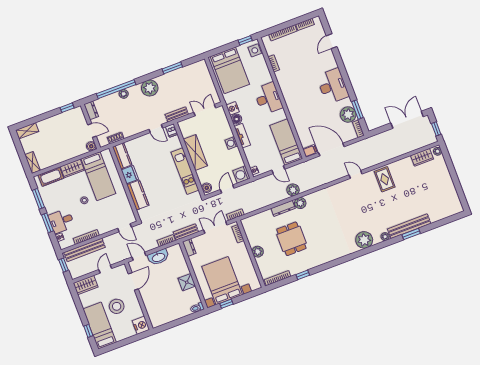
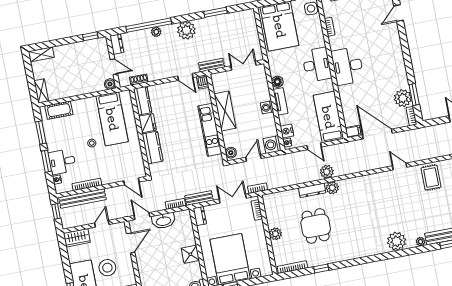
desk: (333, 86) -> (348, 66), moved, turned 180
nightstand: (233, 108) -> (287, 131), moved
wardrobe: (72, 168) -> (84, 105), removed

